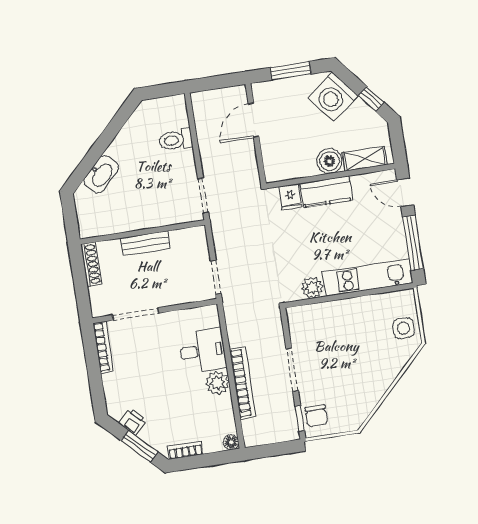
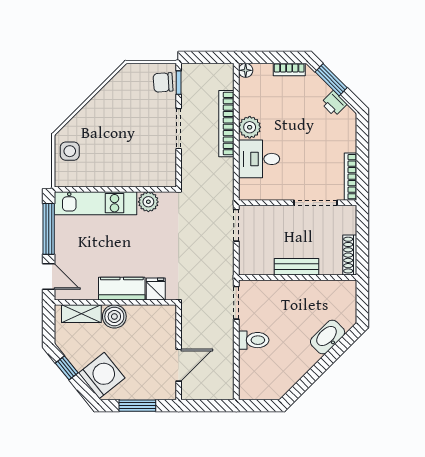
toilet: (176, 140) -> (254, 340), moved
chair: (316, 416) -> (163, 82), turned -94

